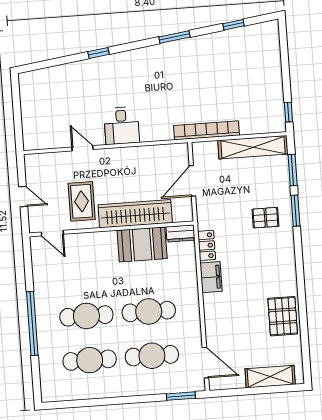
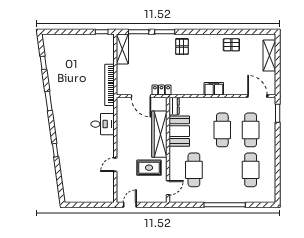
desk: (122, 126) -> (103, 124), moved
shelving: (253, 147) -> (122, 49), width x0.68
door: (23, 196) -> (130, 205), moved
pallet: (265, 218) -> (182, 47), moved
locker: (207, 245) -> (161, 90), moved
filing cabinet: (211, 277) -> (214, 89), moved
cafe table: (86, 316) -> (194, 170), moved
pallet: (283, 316) -> (231, 45), width x0.67, depth x0.71
door: (205, 363) -> (257, 96), hinge flipped

